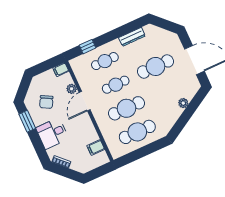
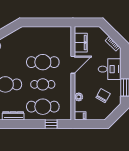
cafe table: (105, 61) -> (43, 107), width x1.37, depth x1.35
door: (85, 101) -> (73, 65), moved
cafe table: (137, 132) -> (43, 40), removed
filing cabinet: (96, 147) -> (81, 43), width x2.00

